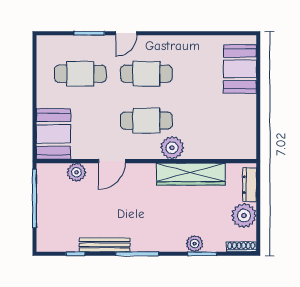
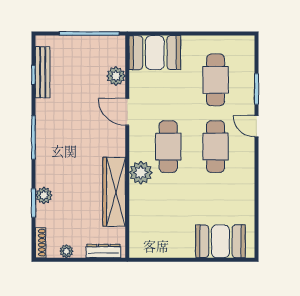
plant: (244, 215) -> (66, 251), width x0.53, depth x0.53
bench: (104, 245) -> (43, 72), moved

